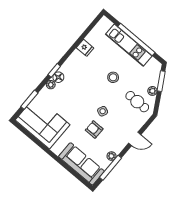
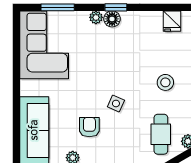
armchair: (94, 129) -> (89, 127), moved

